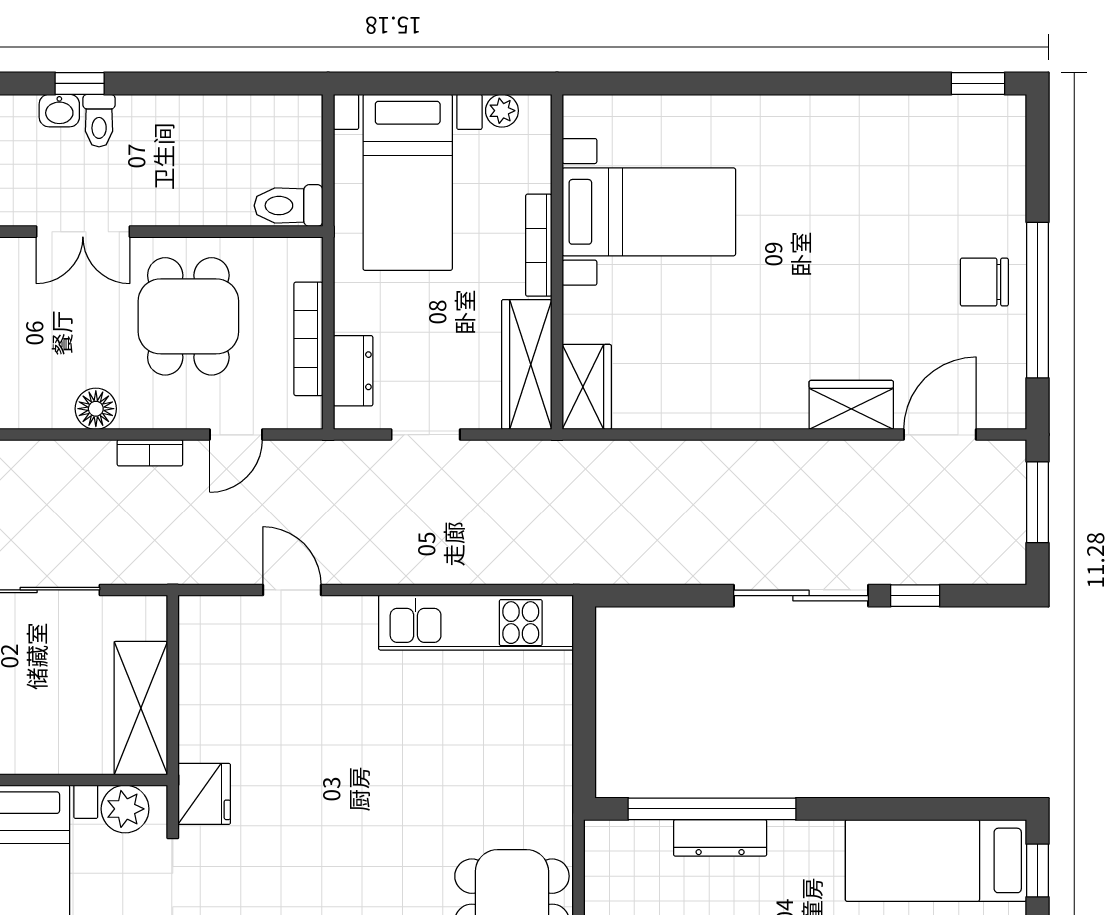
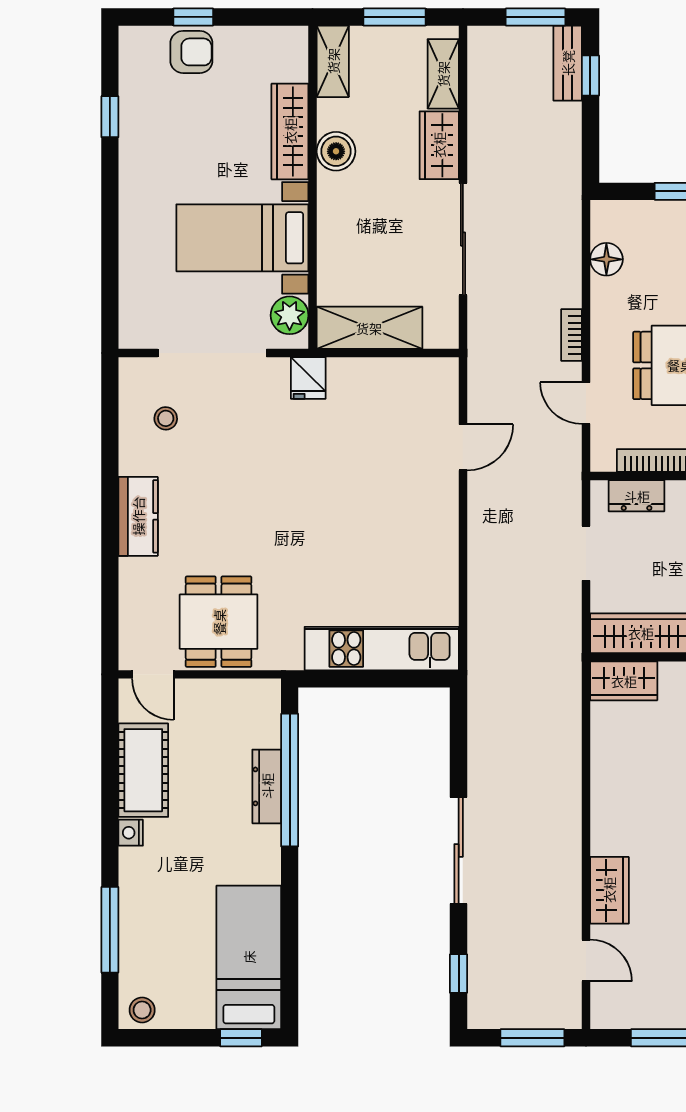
floor lamp: (96, 409) -> (606, 259), moved
door: (940, 435) -> (586, 960), width x0.73
window: (915, 596) -> (459, 974), moved
kitchen unit: (476, 623) -> (382, 649), moved, turned 90
fridge: (204, 794) -> (308, 378), width x0.72

